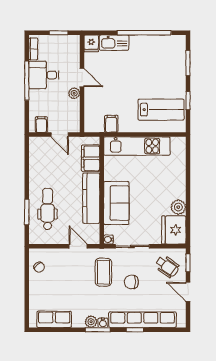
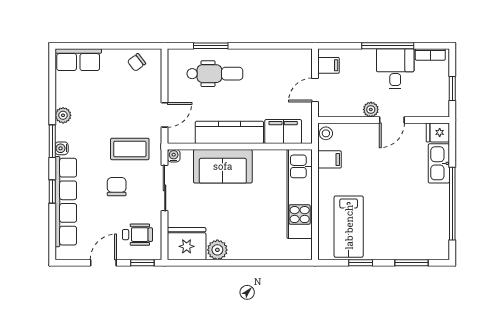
stool: (92, 127) -> (326, 133), added
wheelchair: (167, 266) -> (137, 235), turned -126
row of seats: (54, 319) -> (78, 60), moved, turned 90
plant: (91, 322) -> (63, 115), moved

